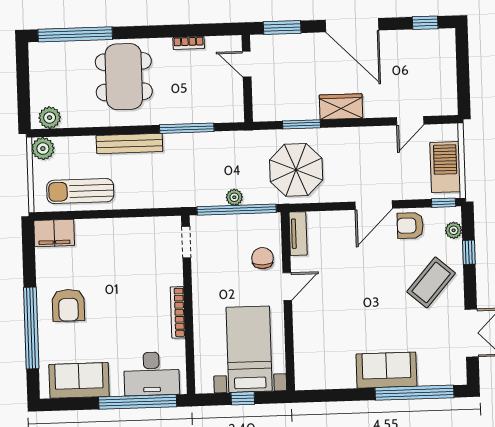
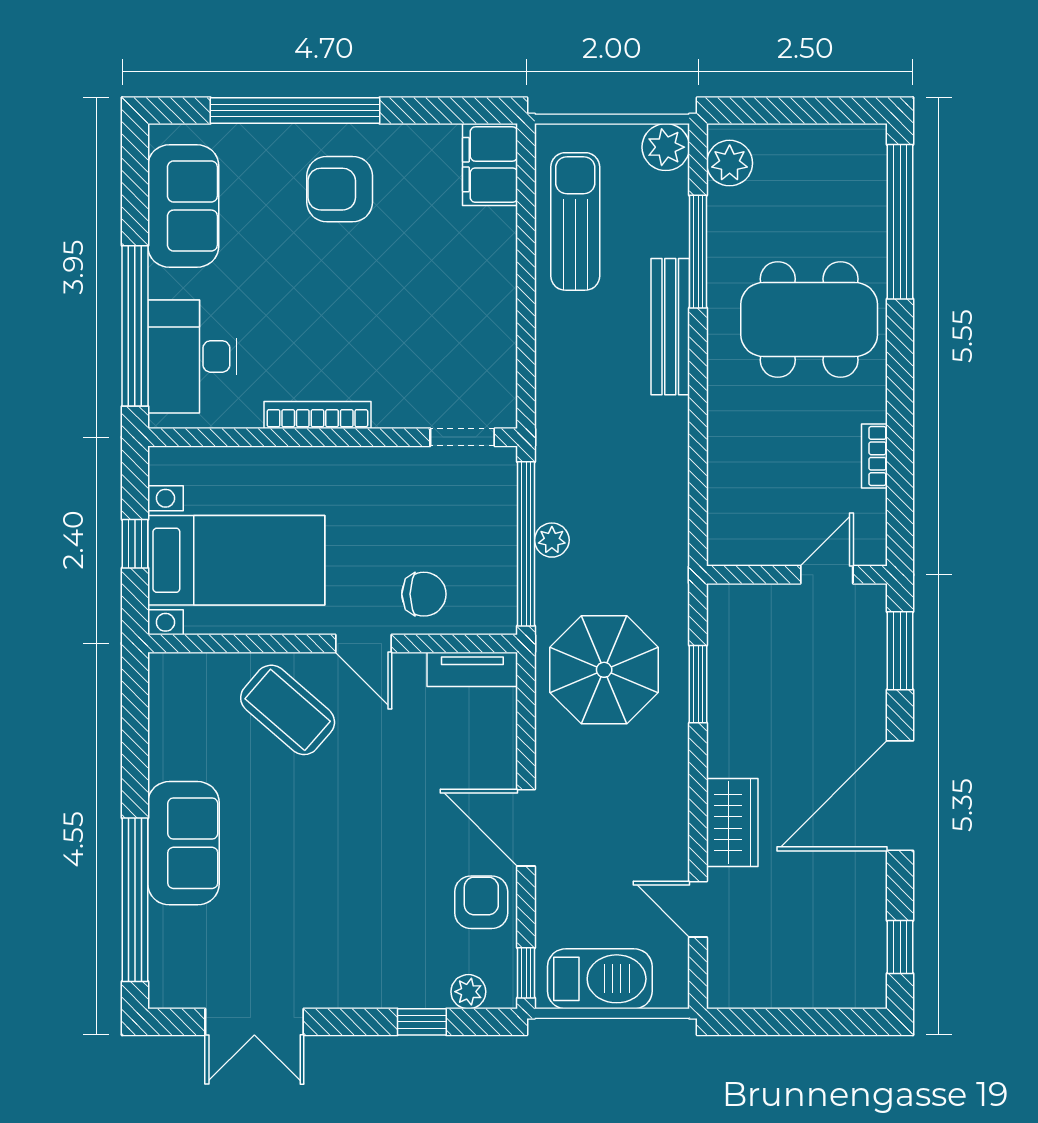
wardrobe: (341, 107) -> (732, 823), moved
window: (187, 128) -> (698, 252), moved
coffee table: (431, 282) -> (288, 710), moved

